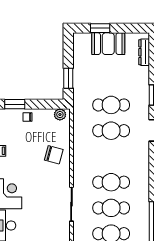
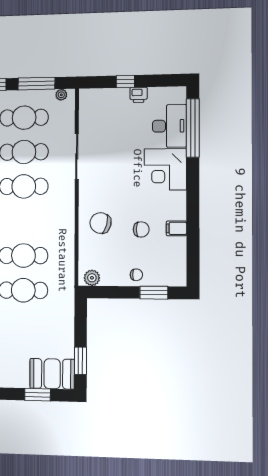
booth: (108, 44) -> (52, 374), moved
window: (68, 78) -> (80, 361), moved
chair: (24, 150) -> (141, 229), added

